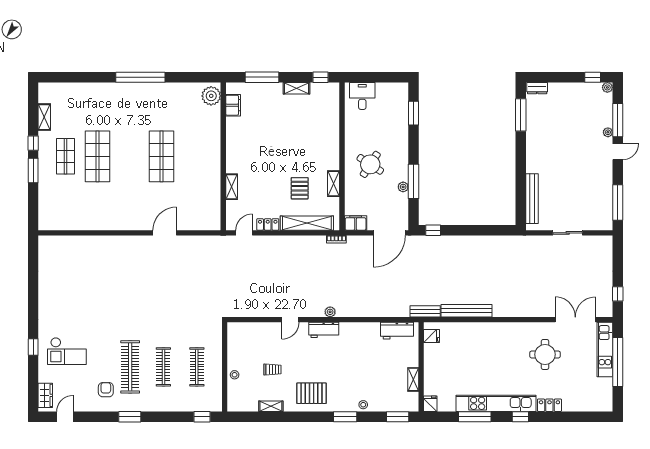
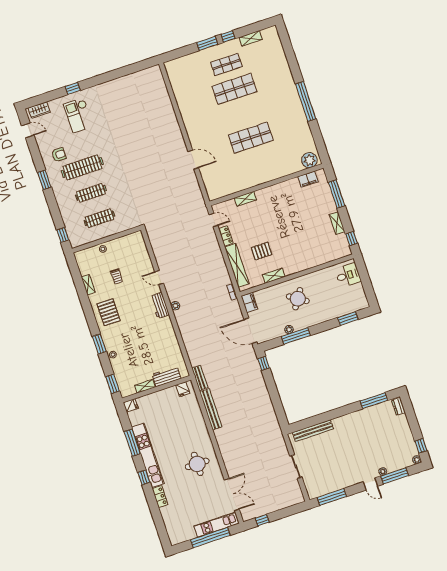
workbench: (397, 331) -> (166, 376), moved, turned 90
round table: (545, 354) -> (197, 464), moved

